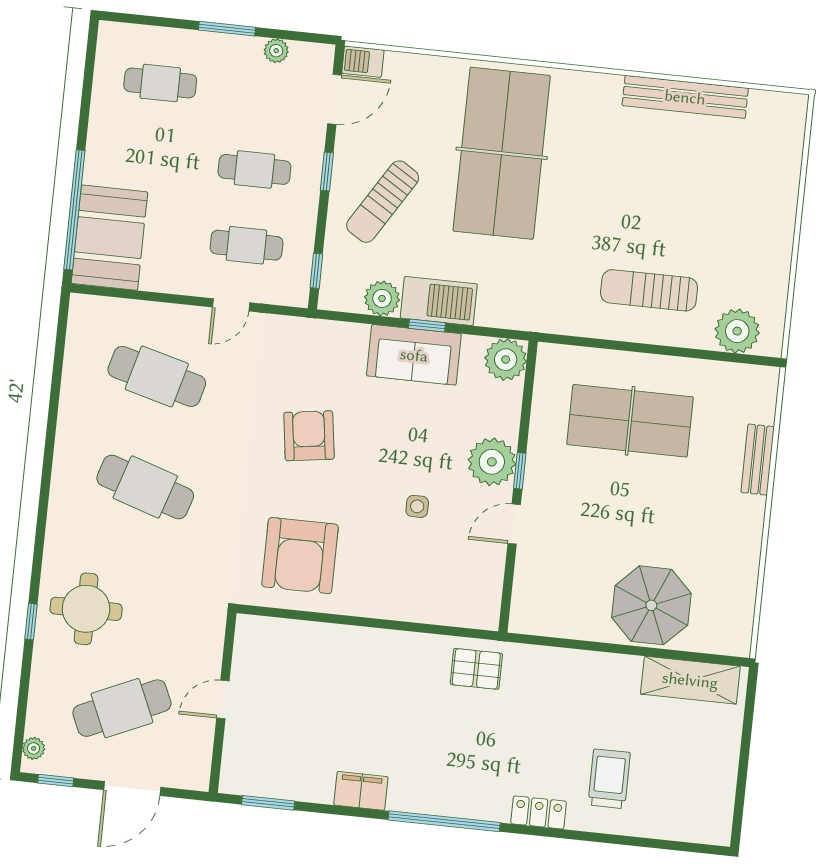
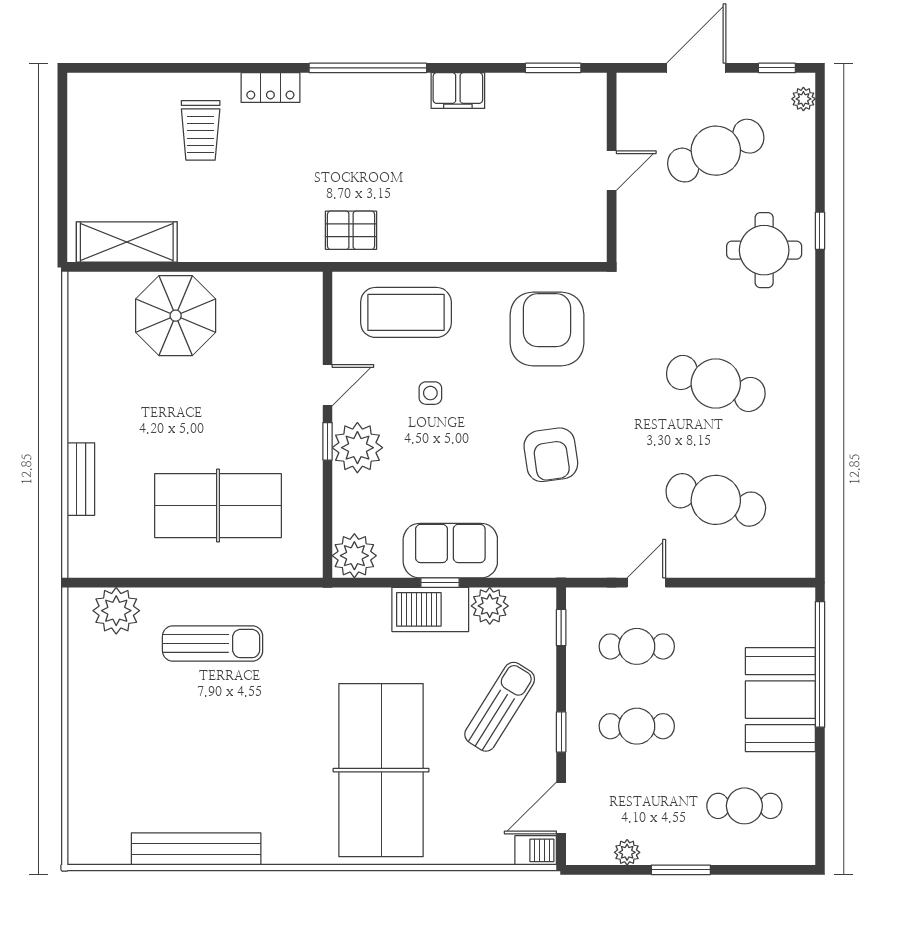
booth: (109, 238) -> (780, 700), moved
coffee table: (432, 585) -> (406, 312), added

